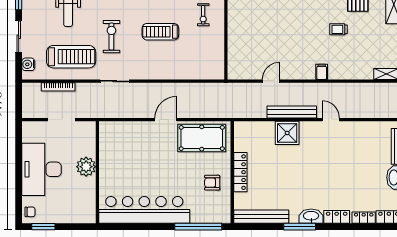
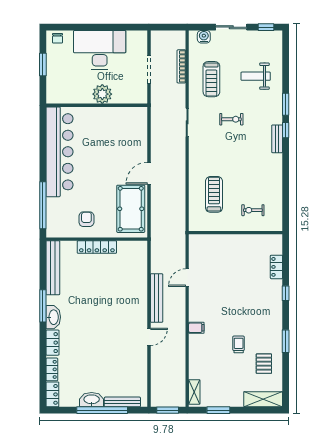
treadmill: (160, 32) -> (214, 194), moved
exercise bike: (111, 37) -> (231, 119), width x0.73, depth x0.72
treadmill: (71, 57) -> (211, 79), width x0.73, depth x0.73
door: (271, 81) -> (187, 278), swing flipped
door: (166, 120) -> (149, 173), swing flipped
shower: (287, 133) -> (136, 294), removed
window: (43, 227) -> (43, 64), moved

